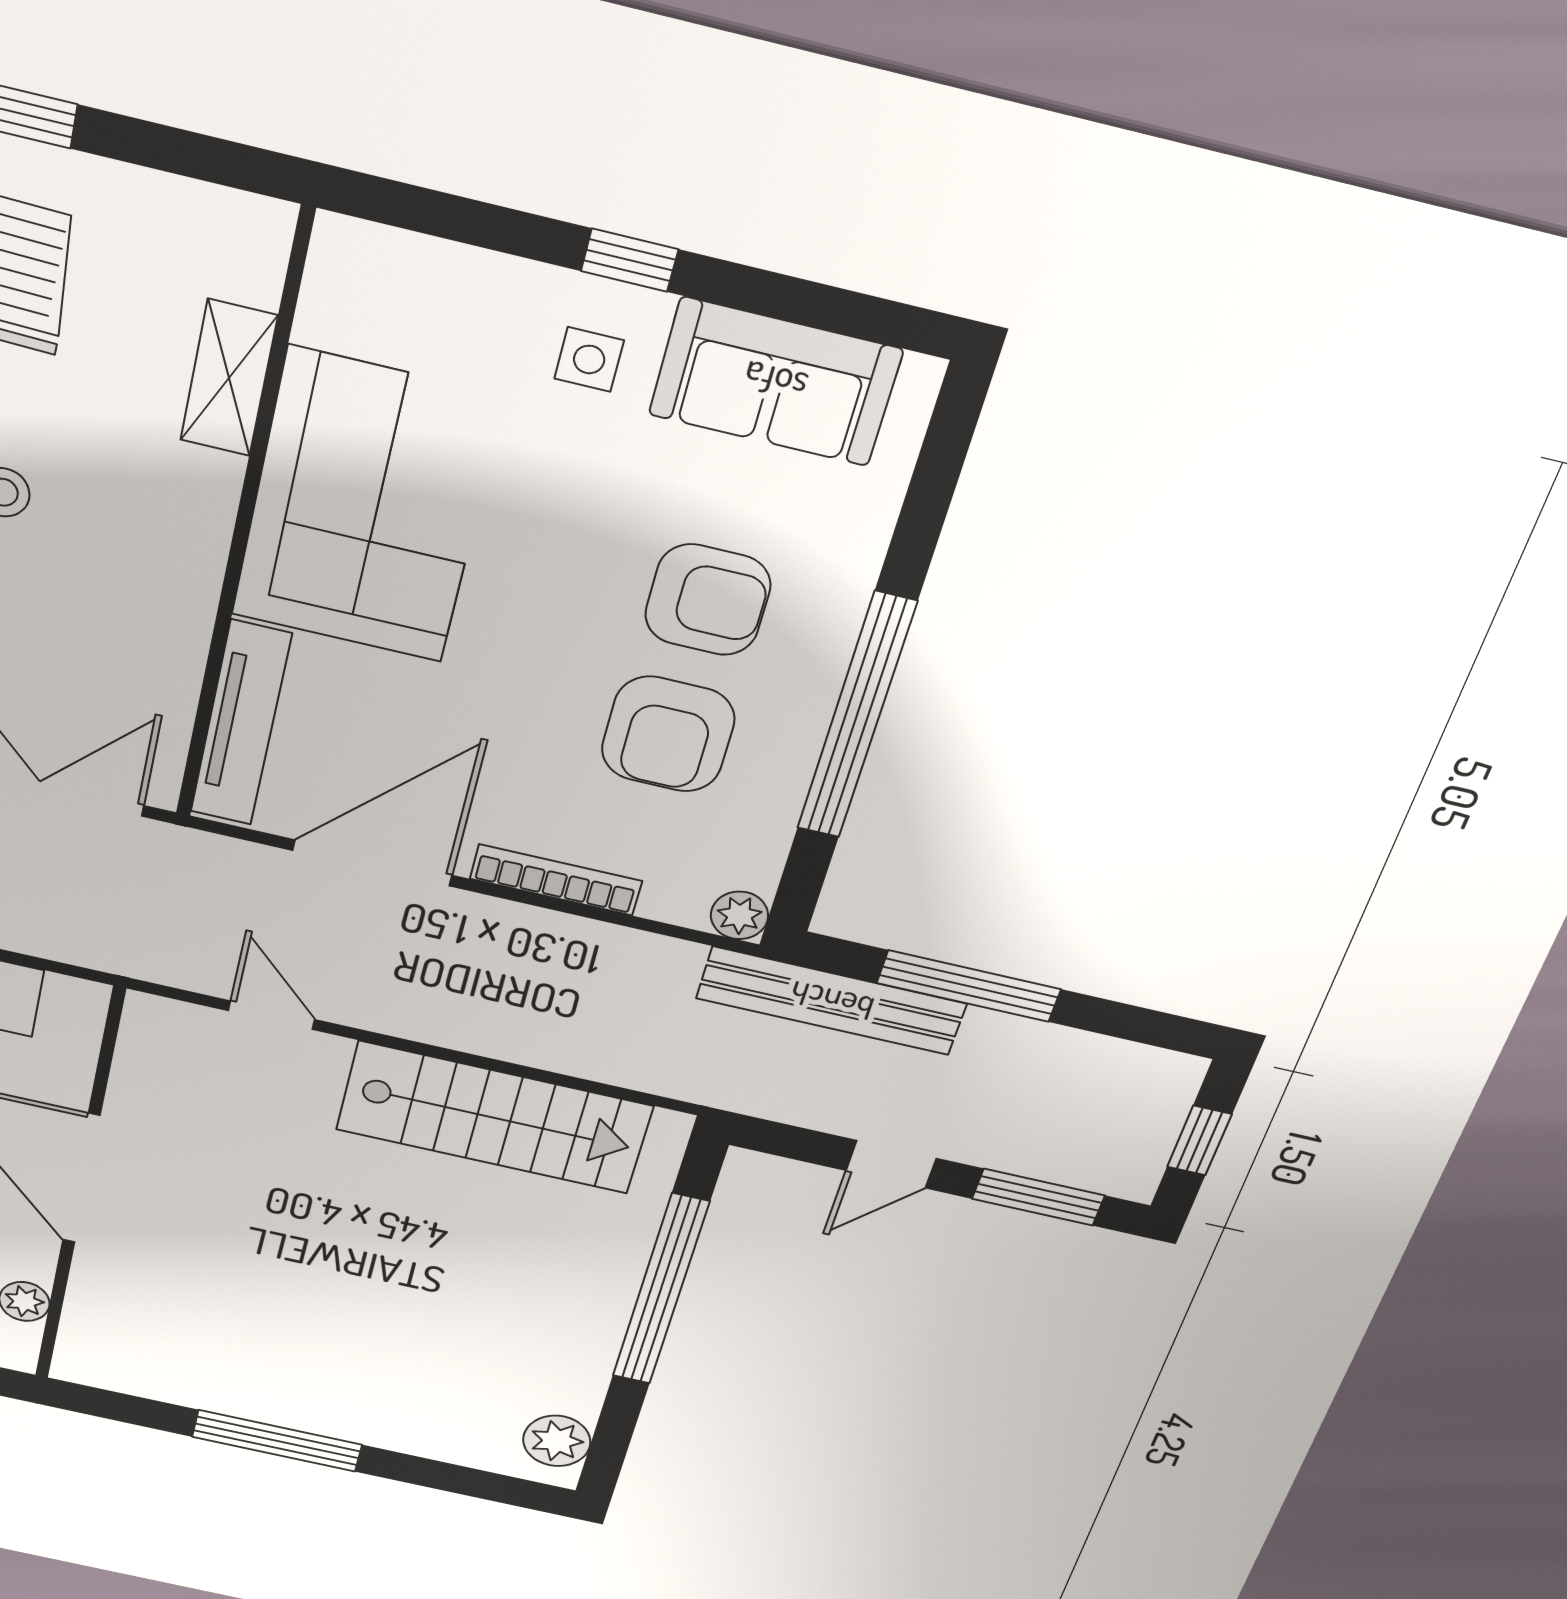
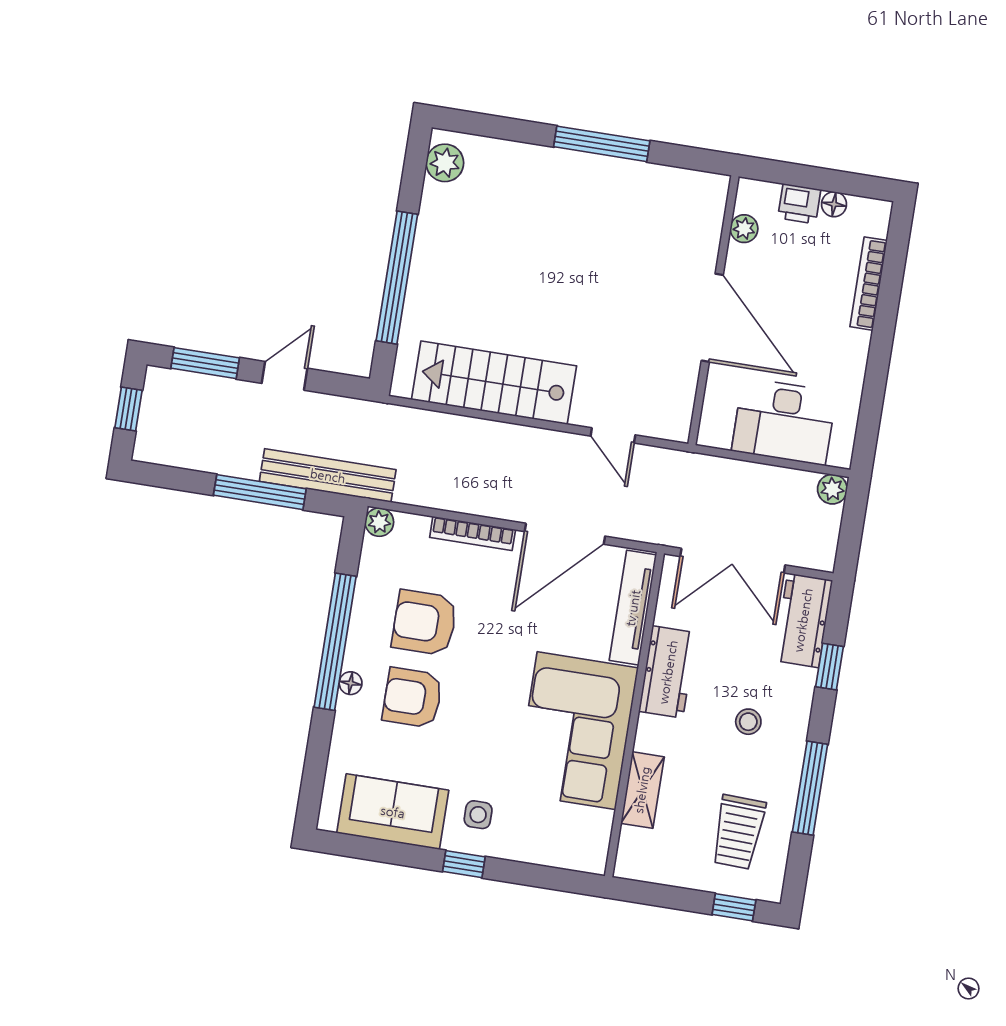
workbench: (172, 601) -> (668, 672), added
floor lamp: (834, 638) -> (351, 683), added
armchair: (668, 734) -> (424, 623), turned -90

